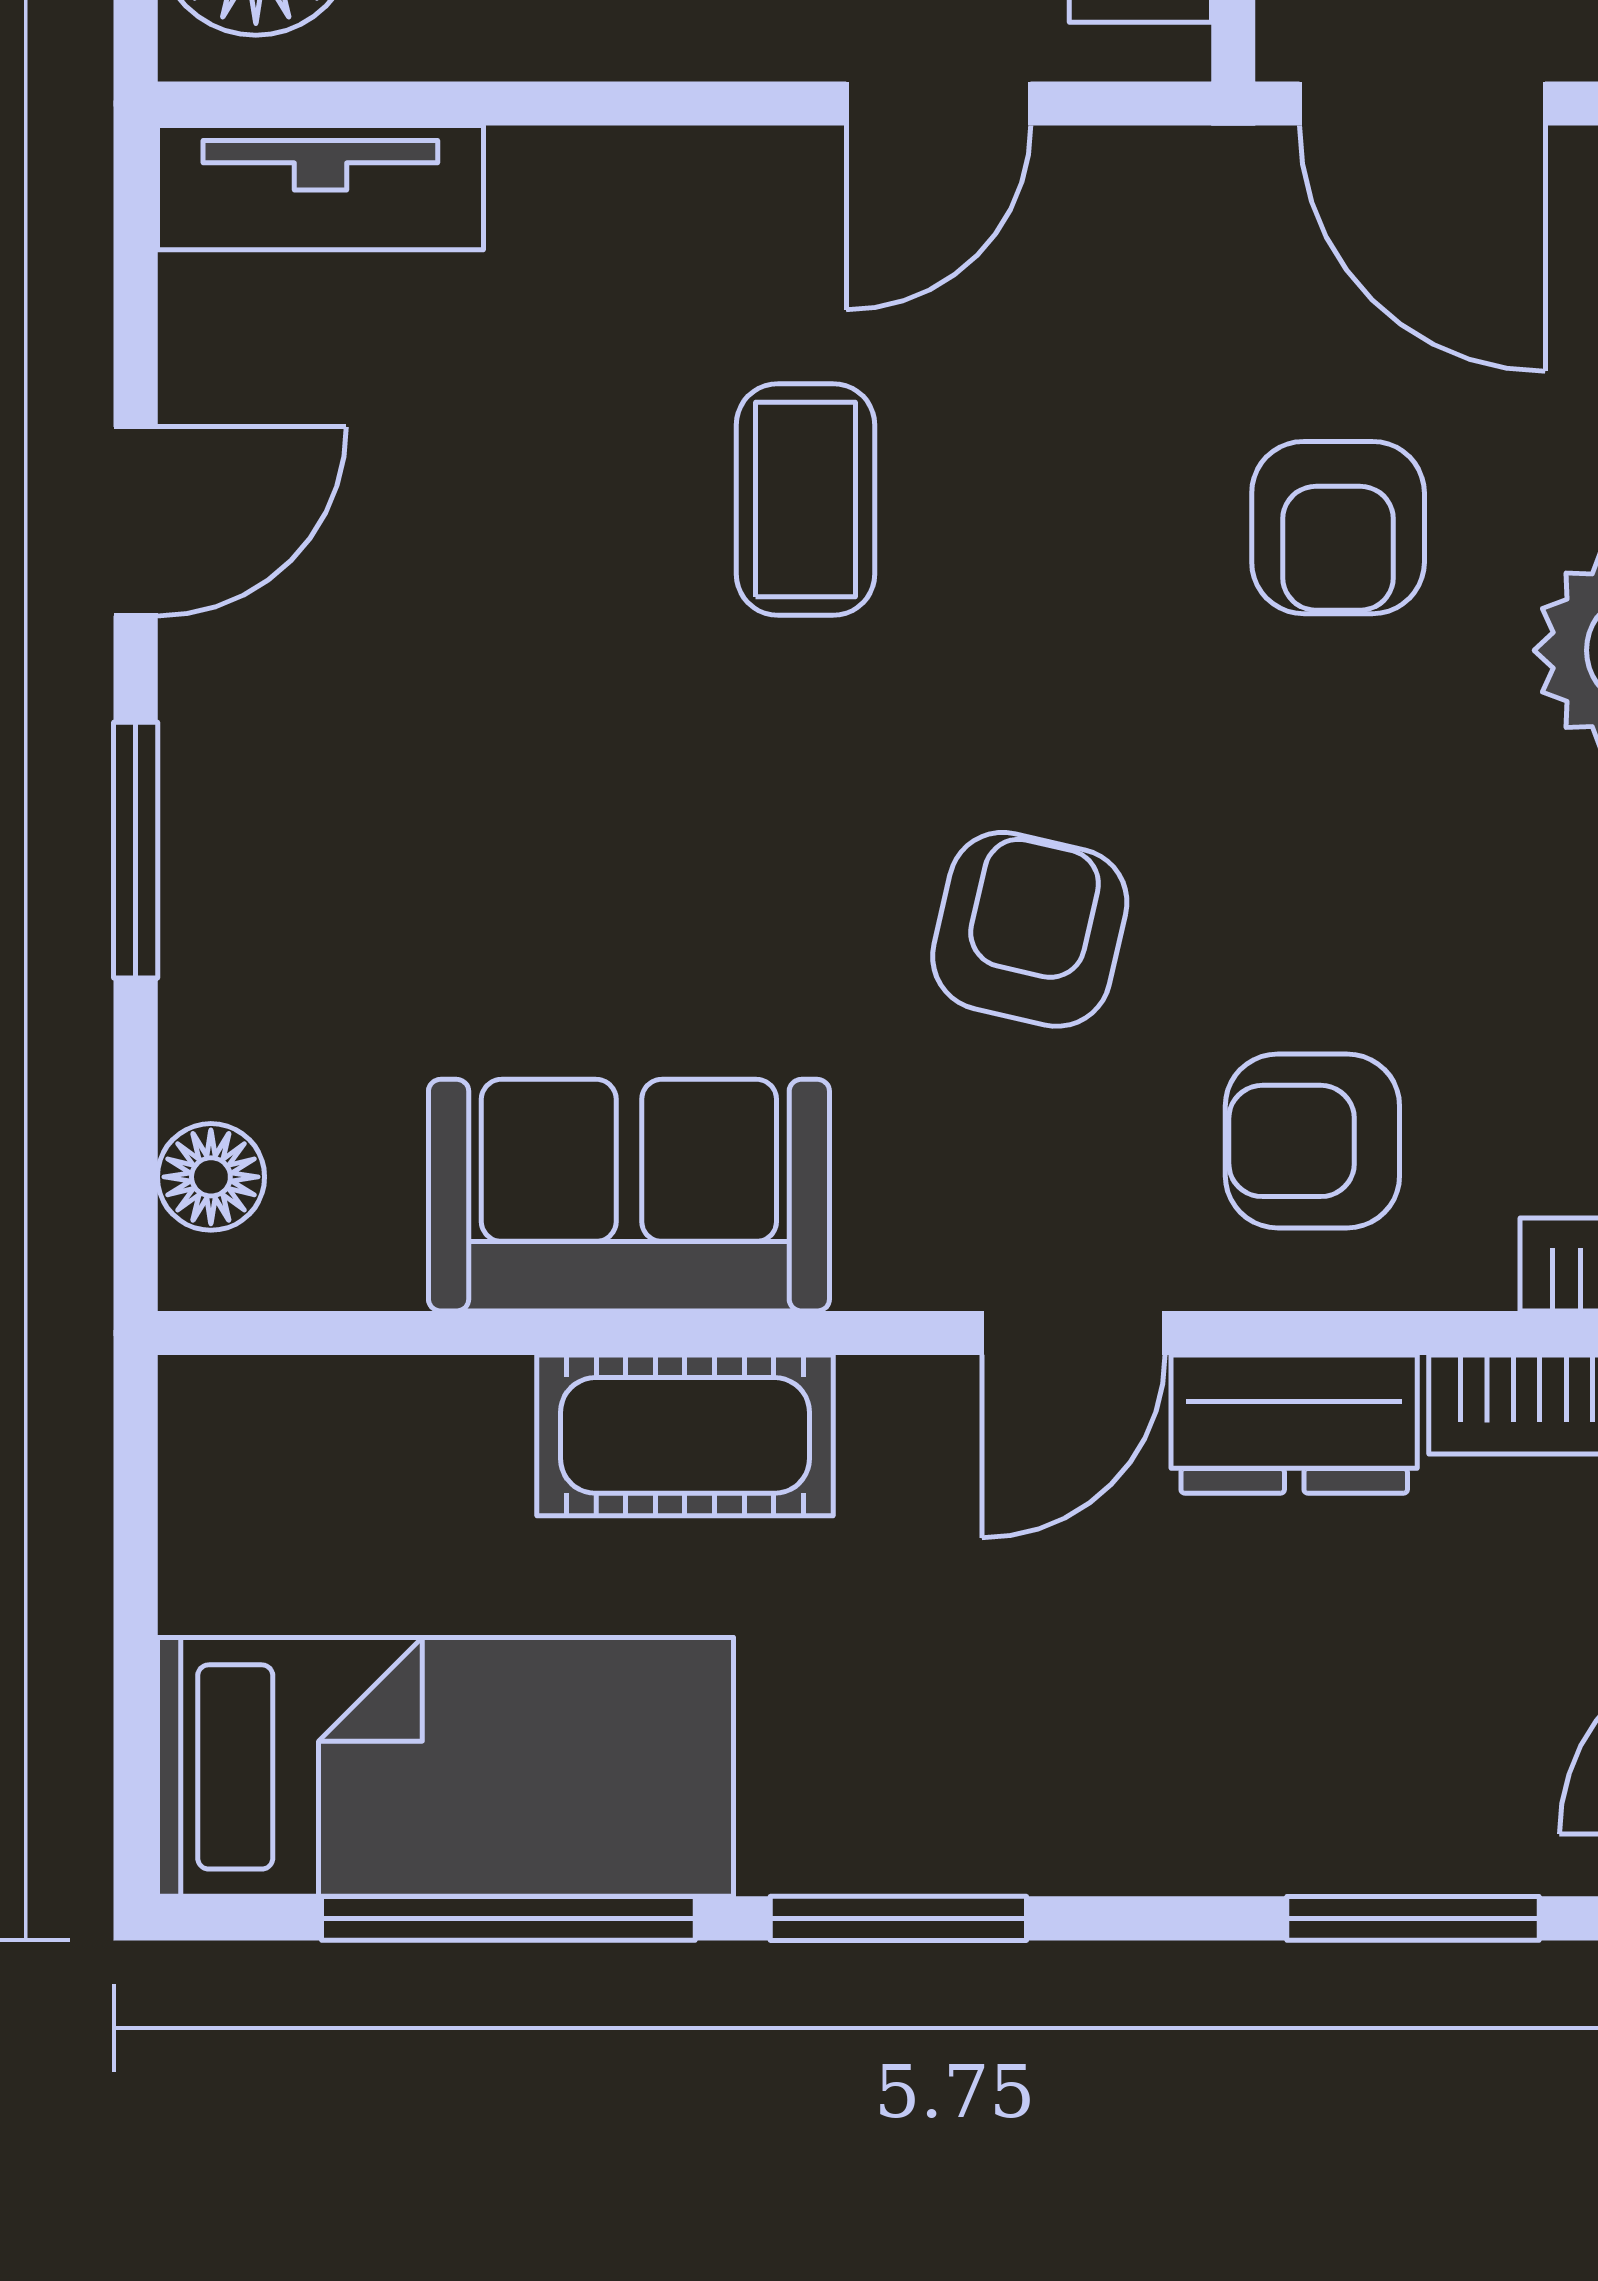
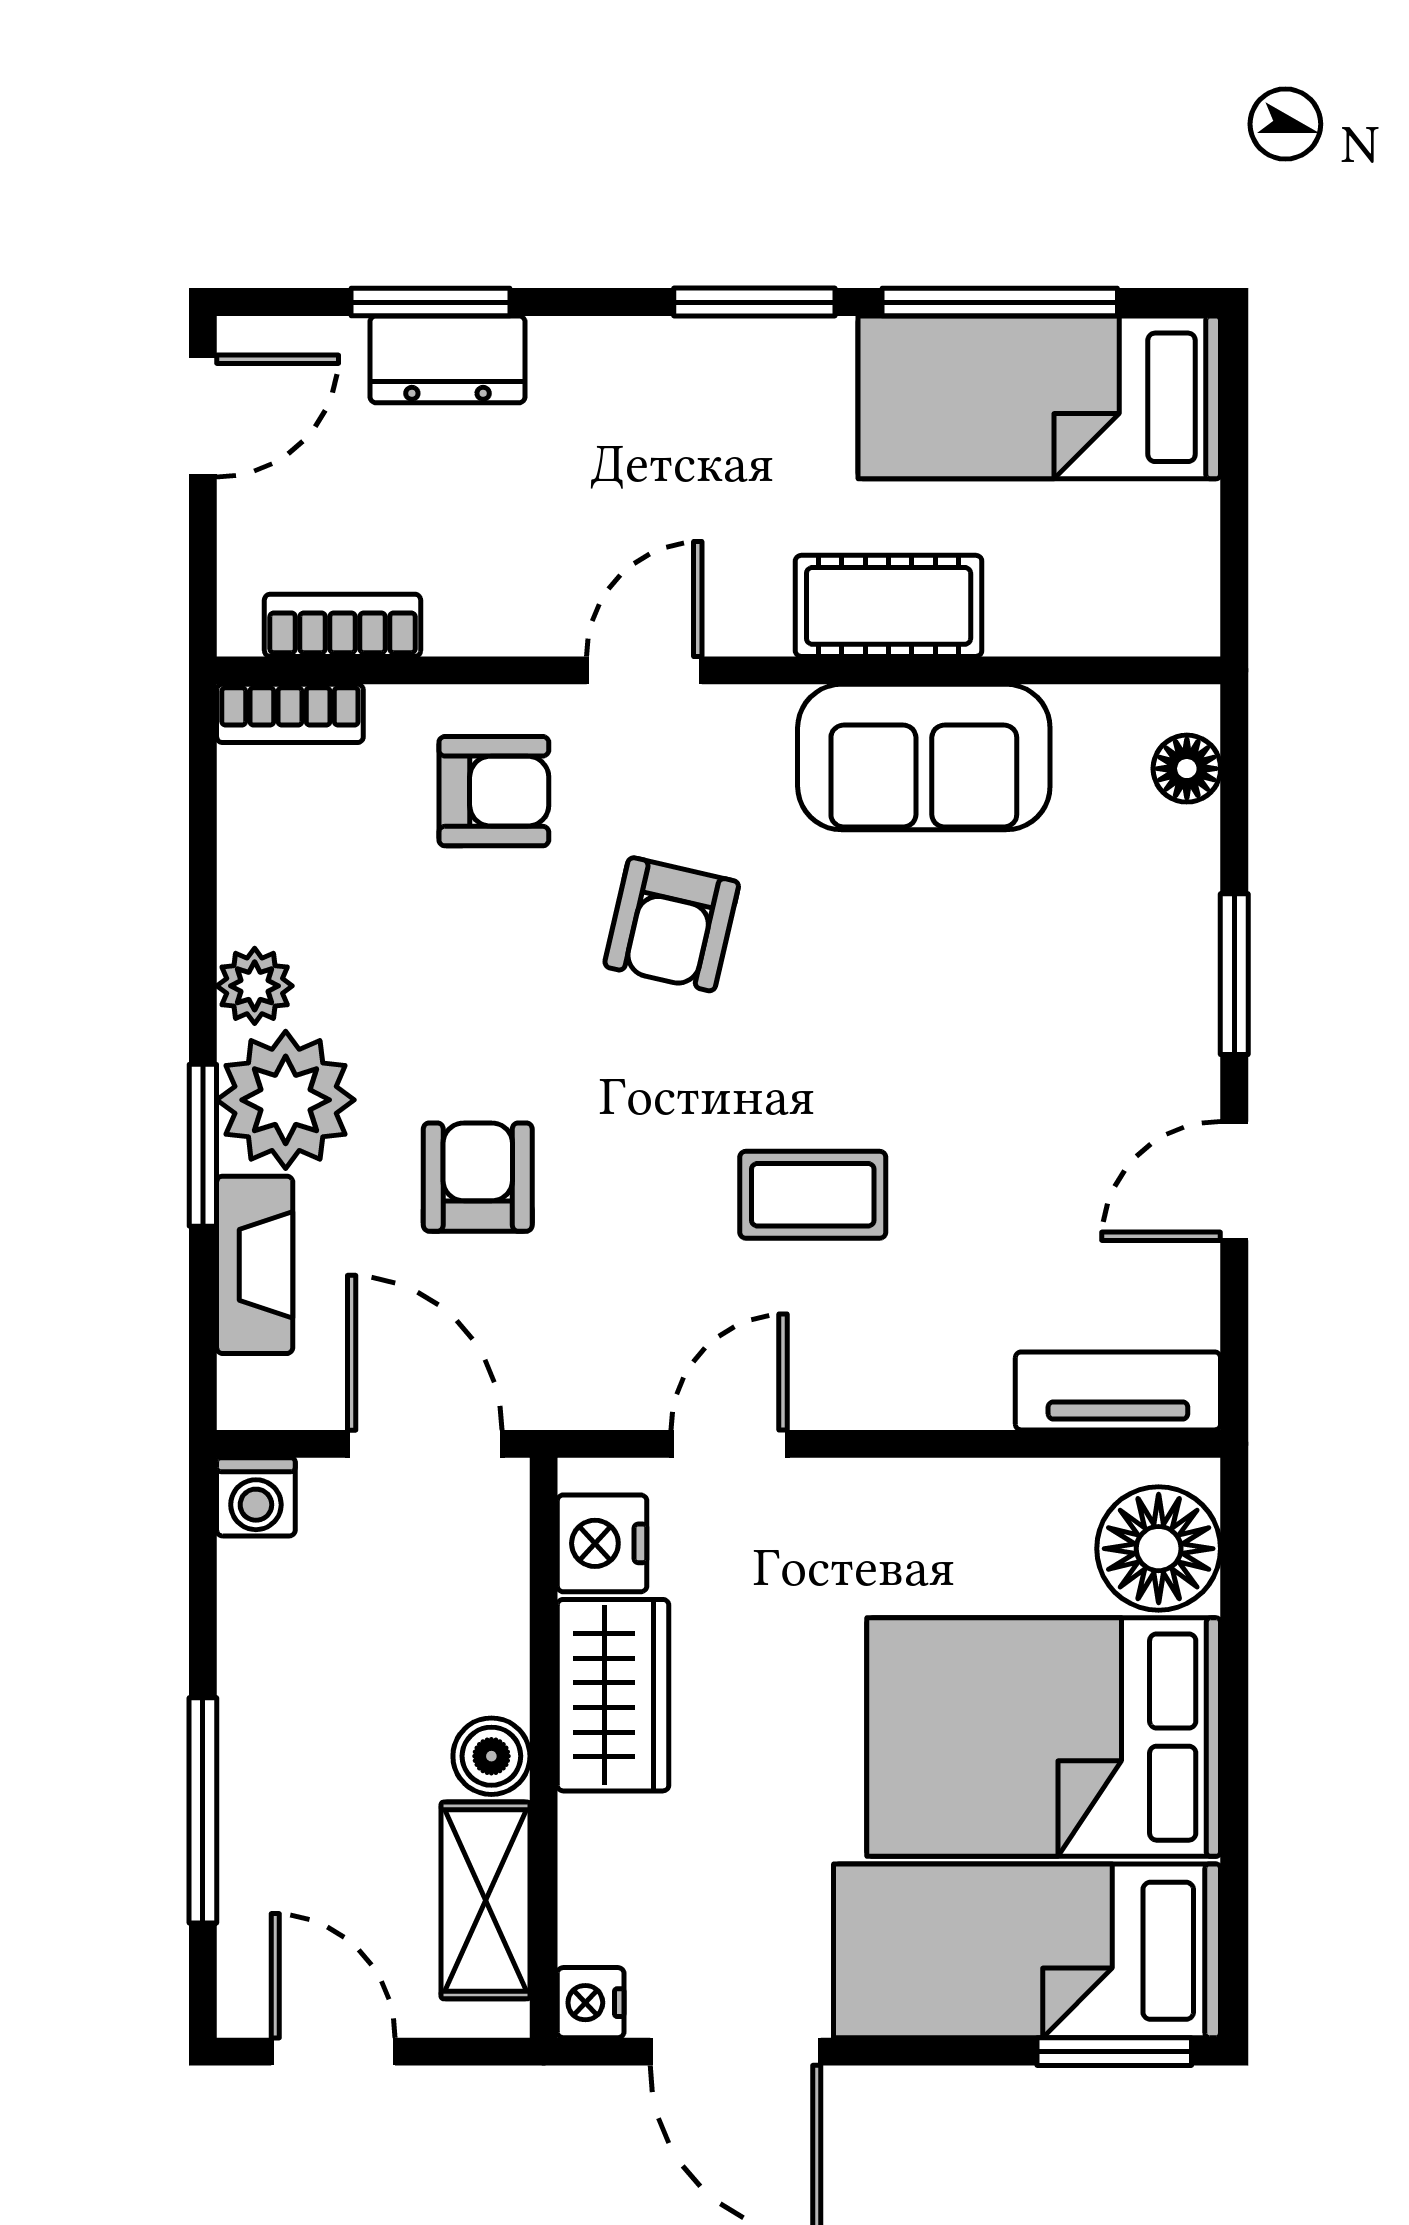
coffee table: (806, 499) -> (813, 1195), turned 90
dresser: (1294, 1424) -> (447, 359), moved, turned 180

